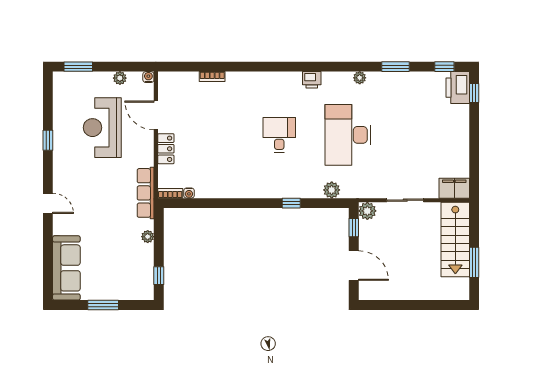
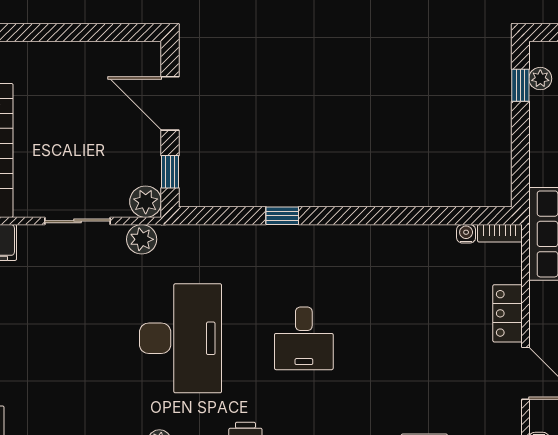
plant: (332, 190) -> (142, 239), moved
plant: (148, 237) -> (540, 79), moved

